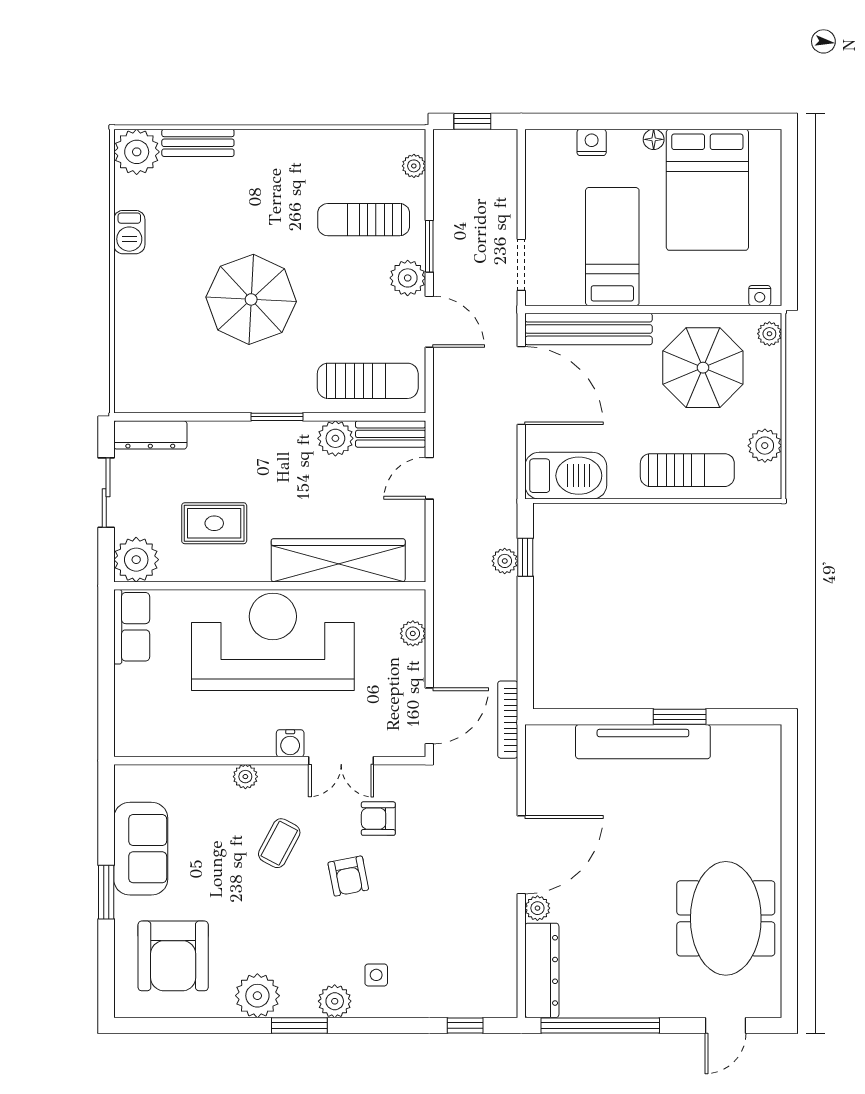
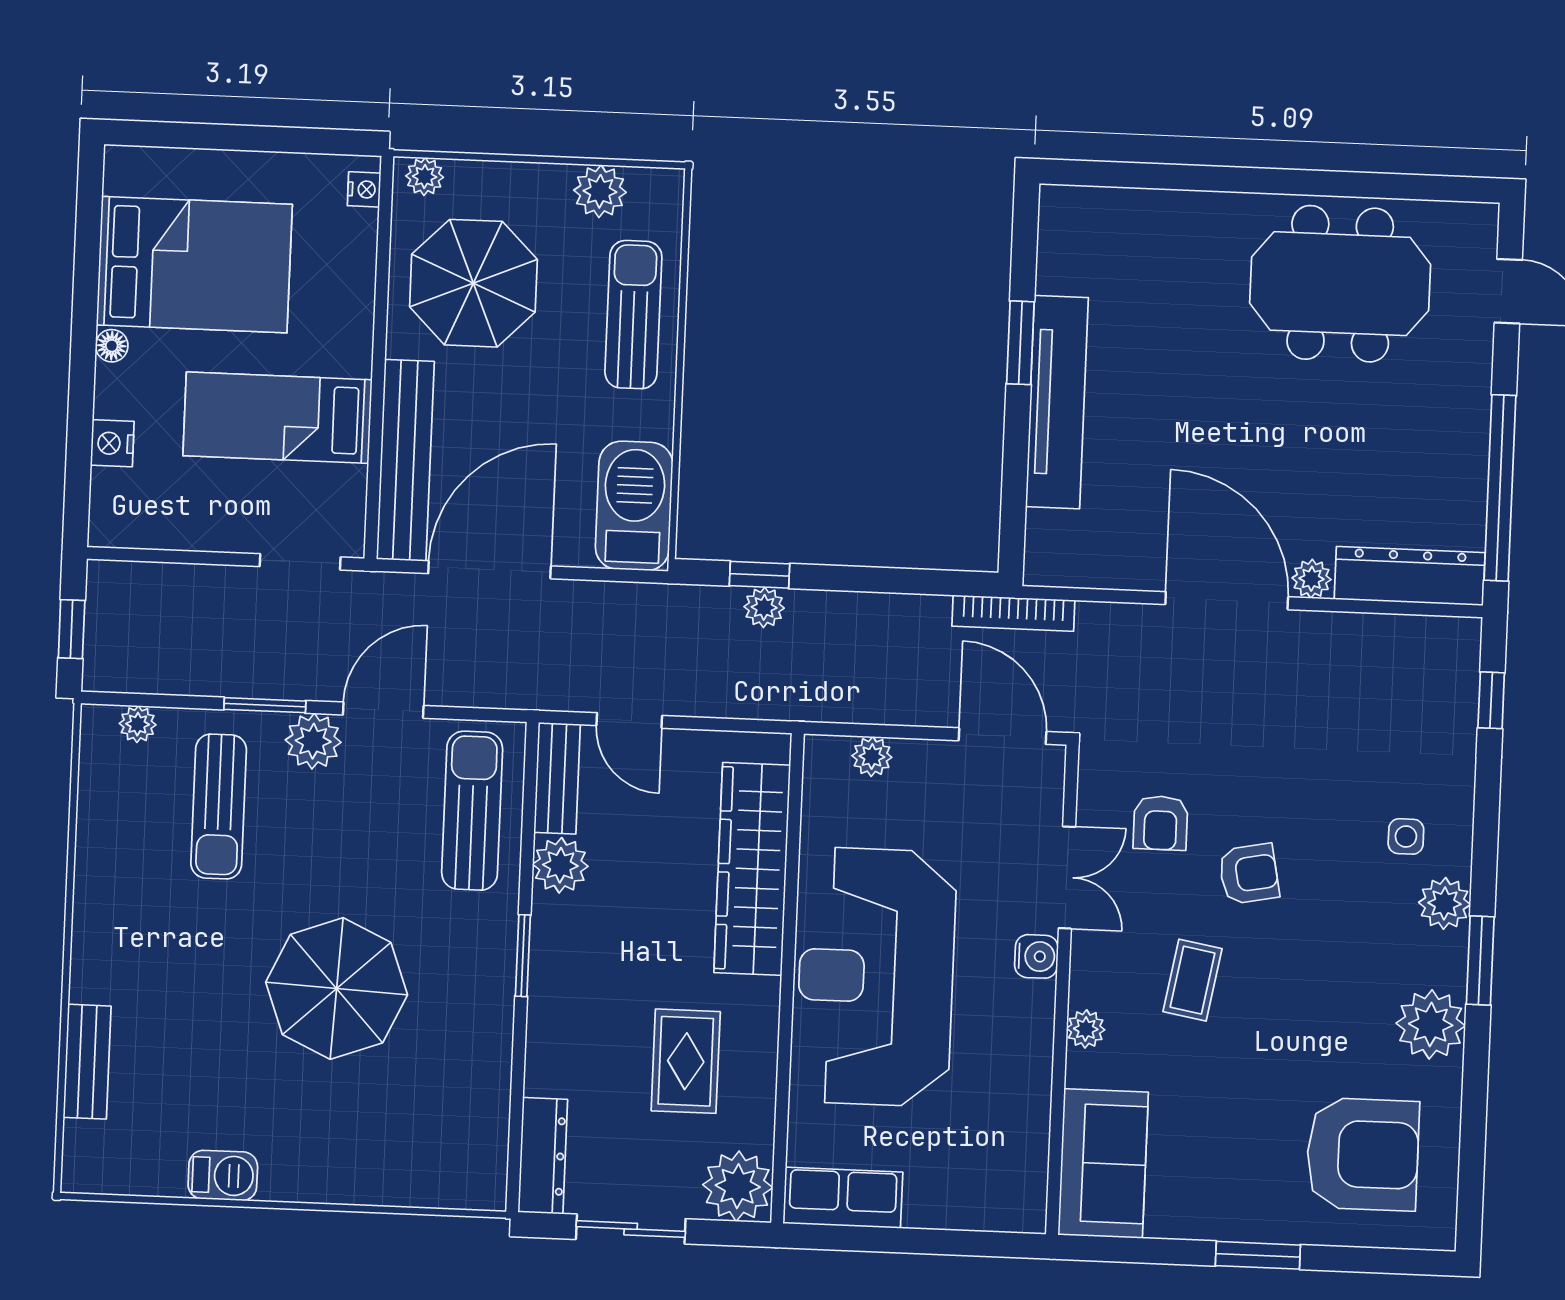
plant: (137, 152) -> (97, 1159), removed
coffee table: (279, 843) -> (1193, 980), turned 72
sofa: (141, 849) -> (1103, 1163), moved, turned 90

